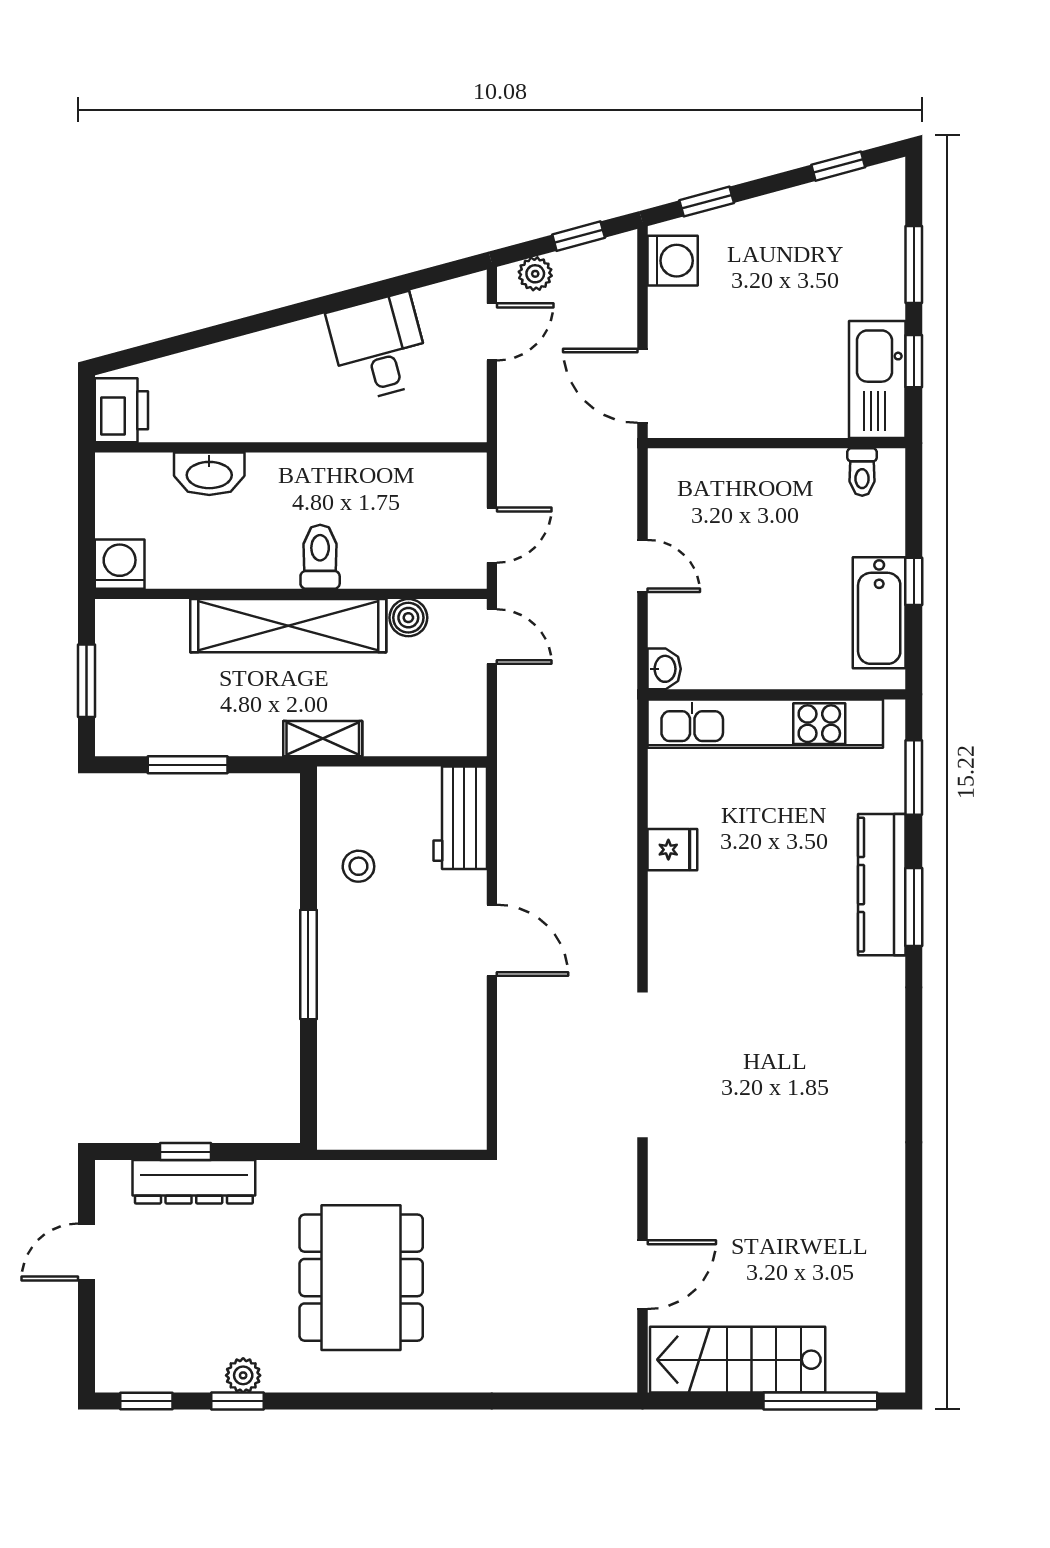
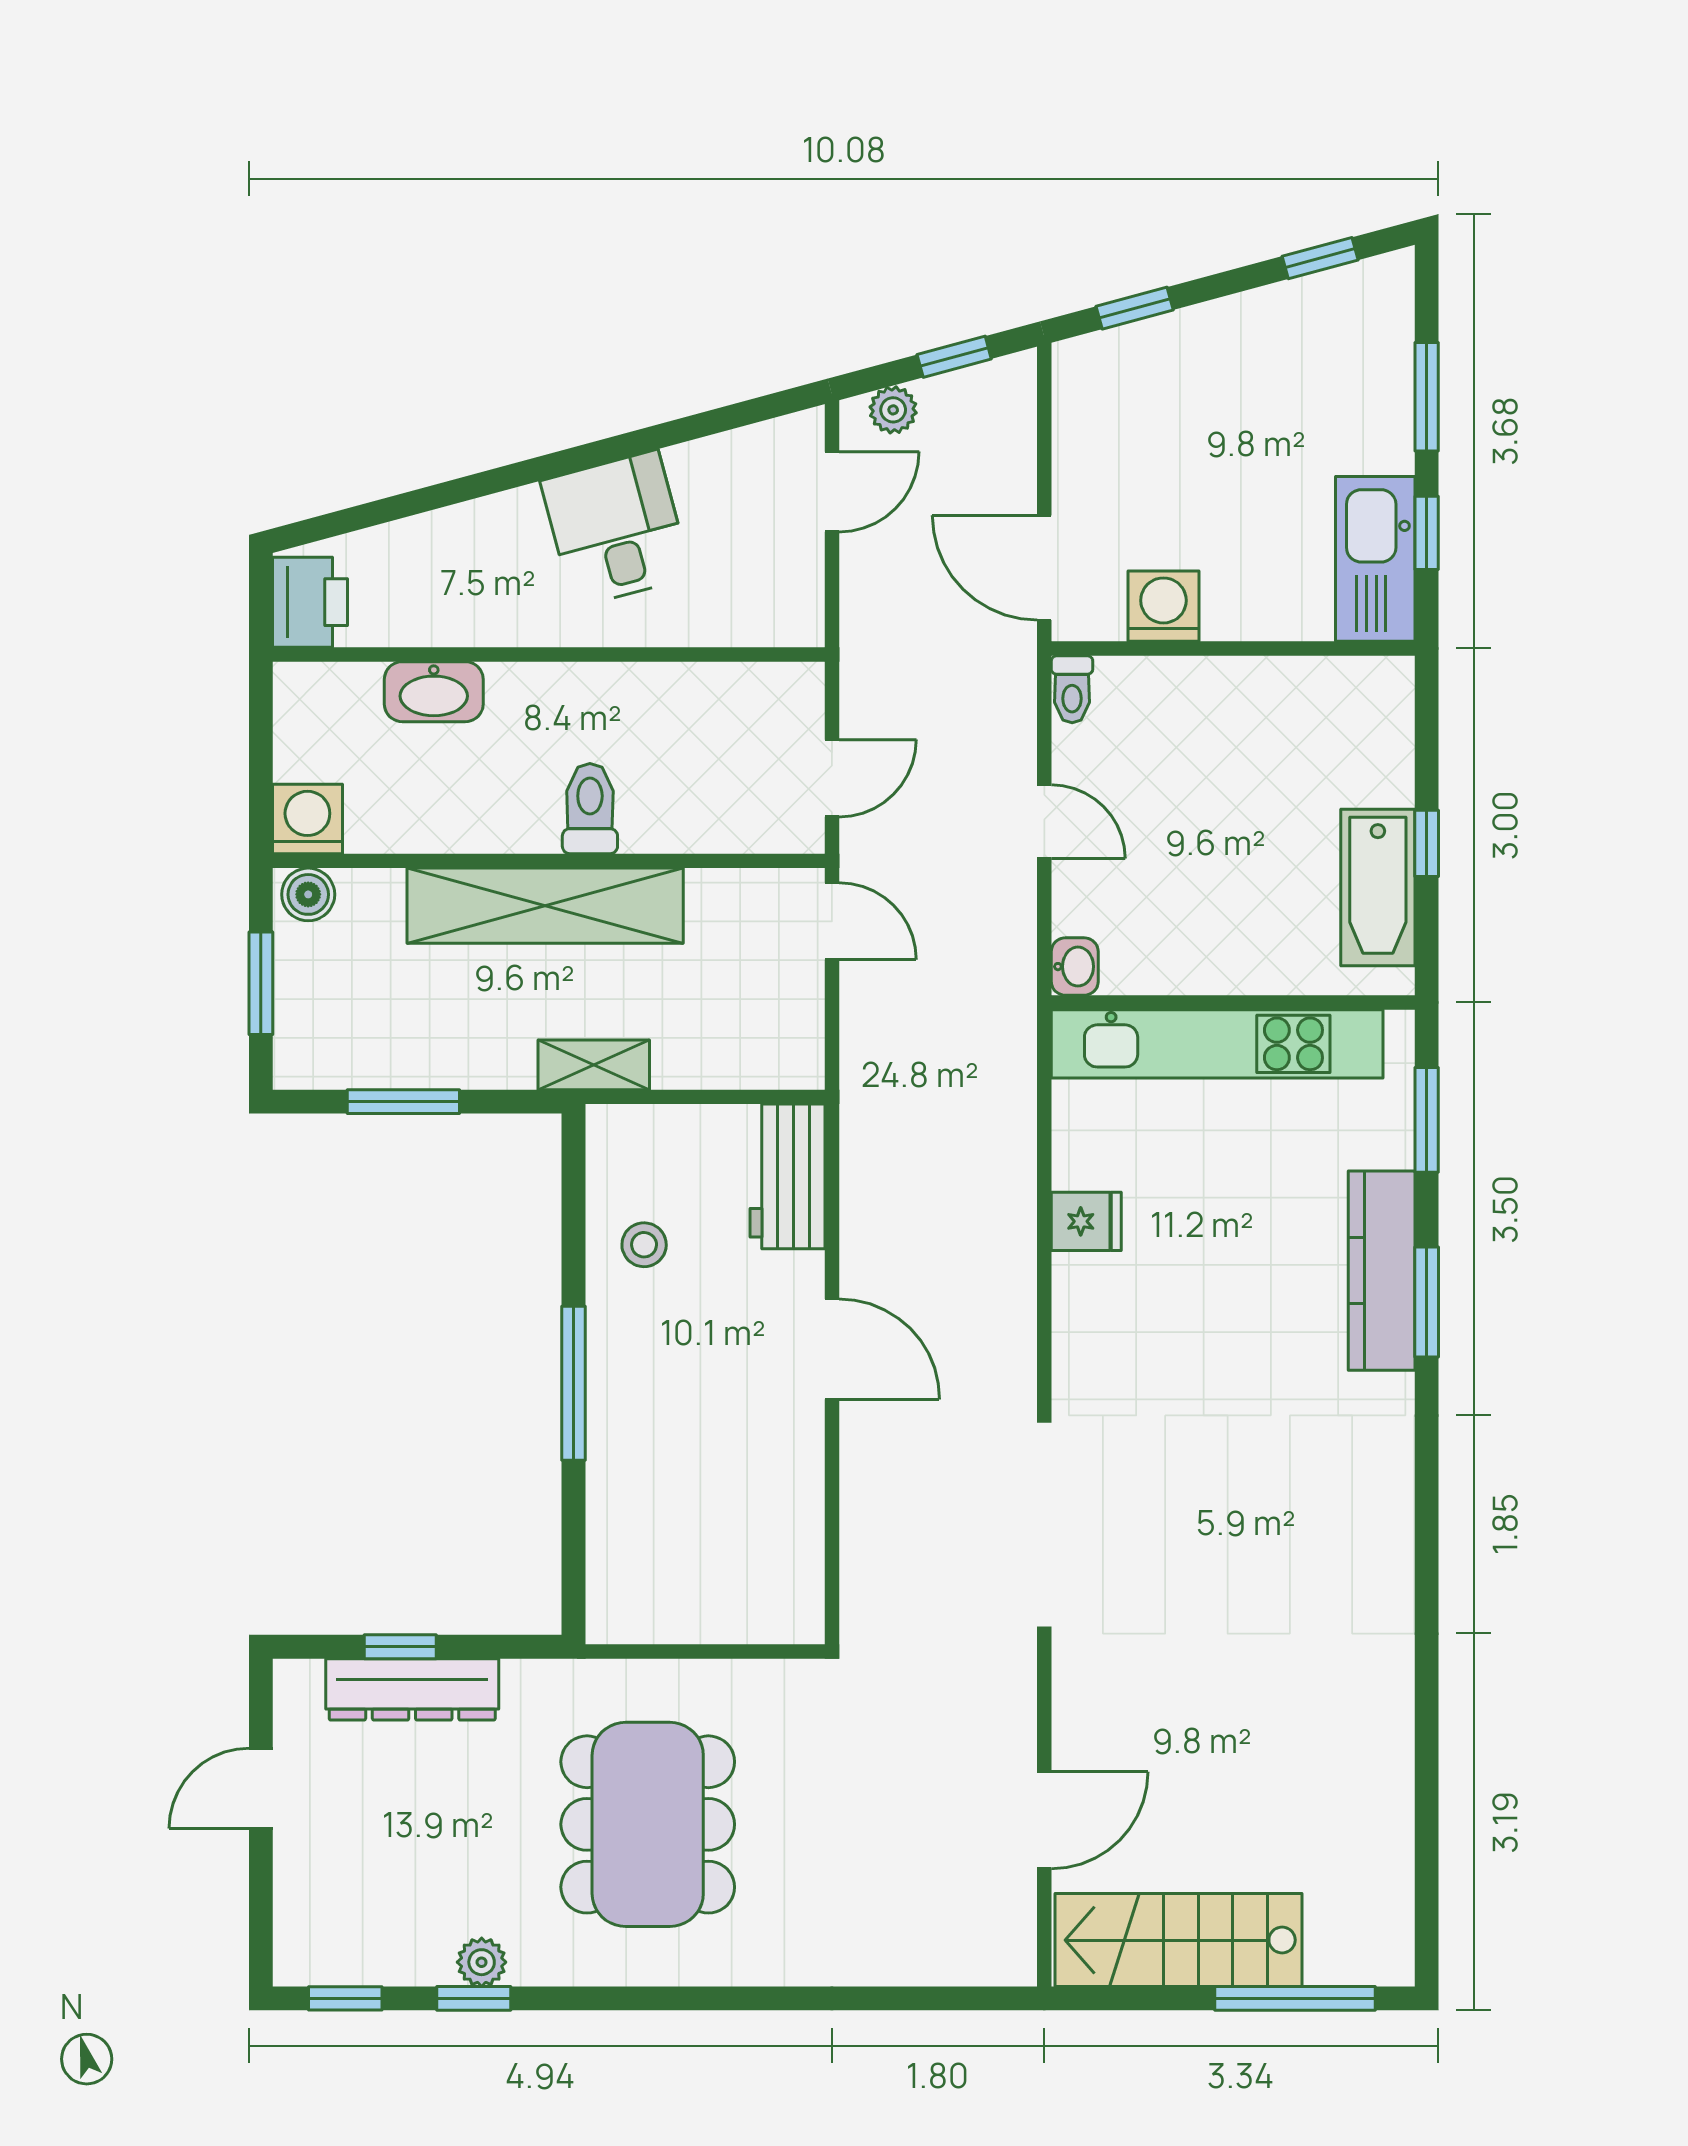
washing machine: (673, 261) -> (1163, 606), moved, turned -90
desk: (379, 347) -> (616, 529), moved
toilet: (862, 472) -> (1072, 689), moved
boiler: (408, 618) -> (308, 894), moved

